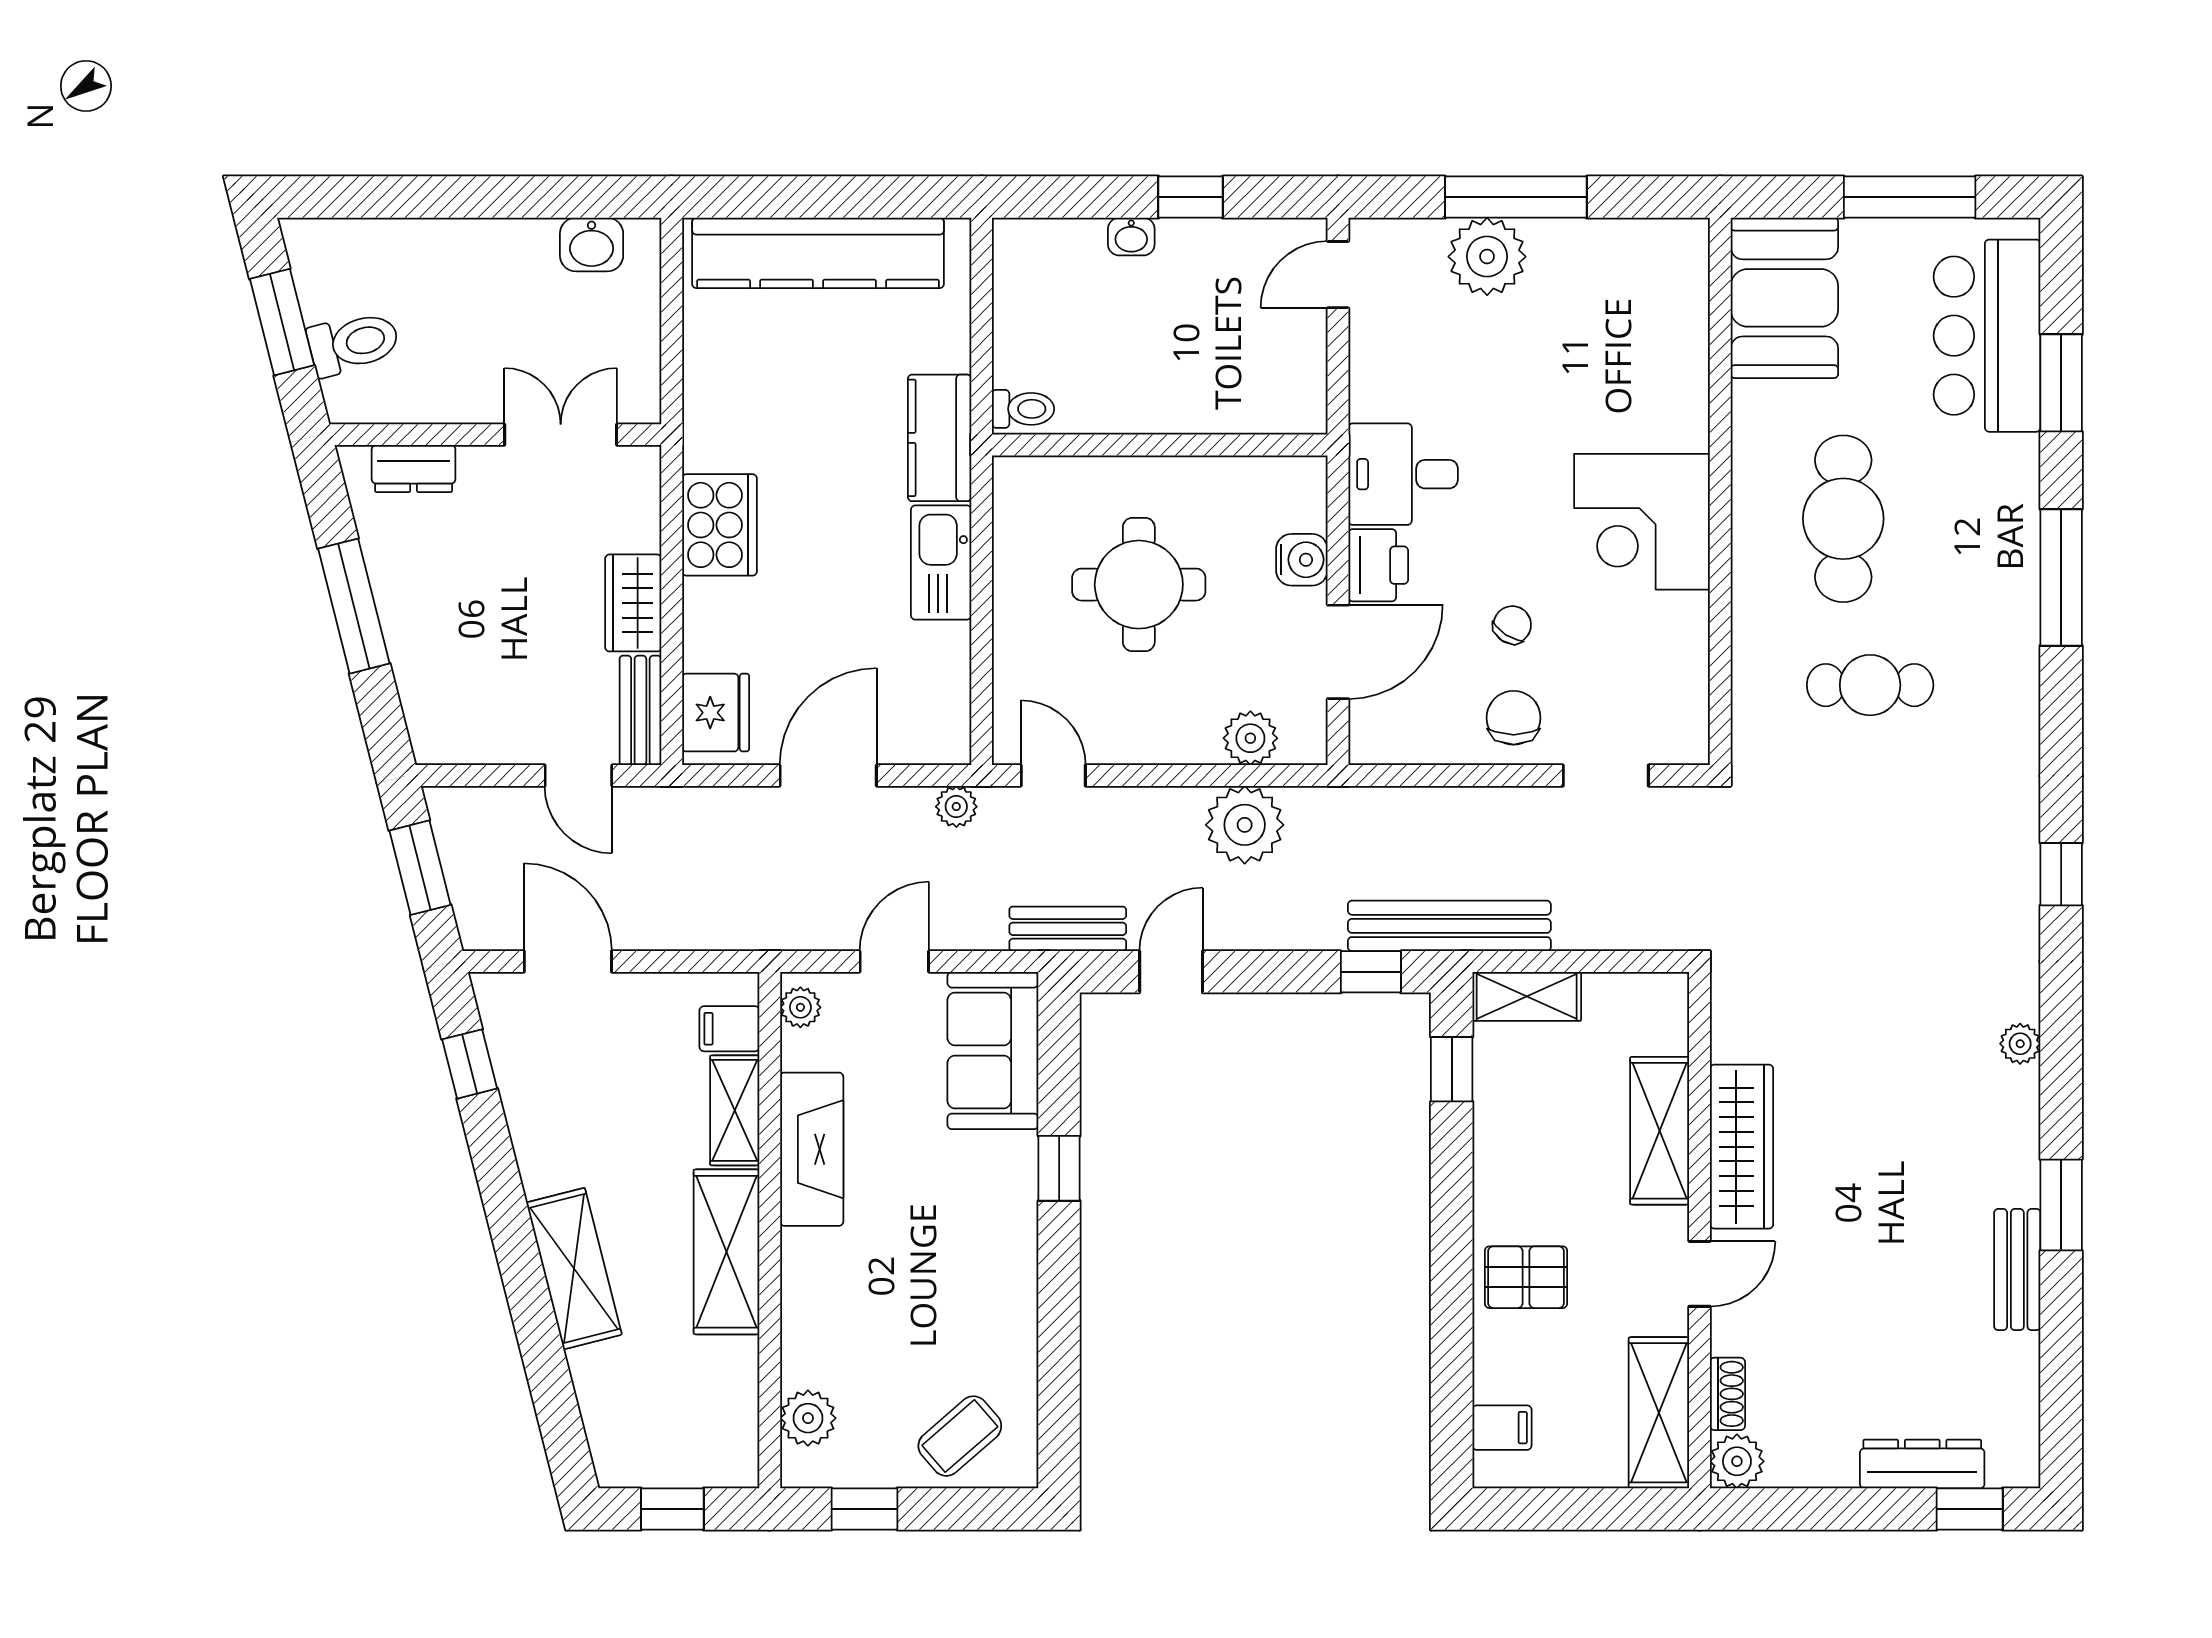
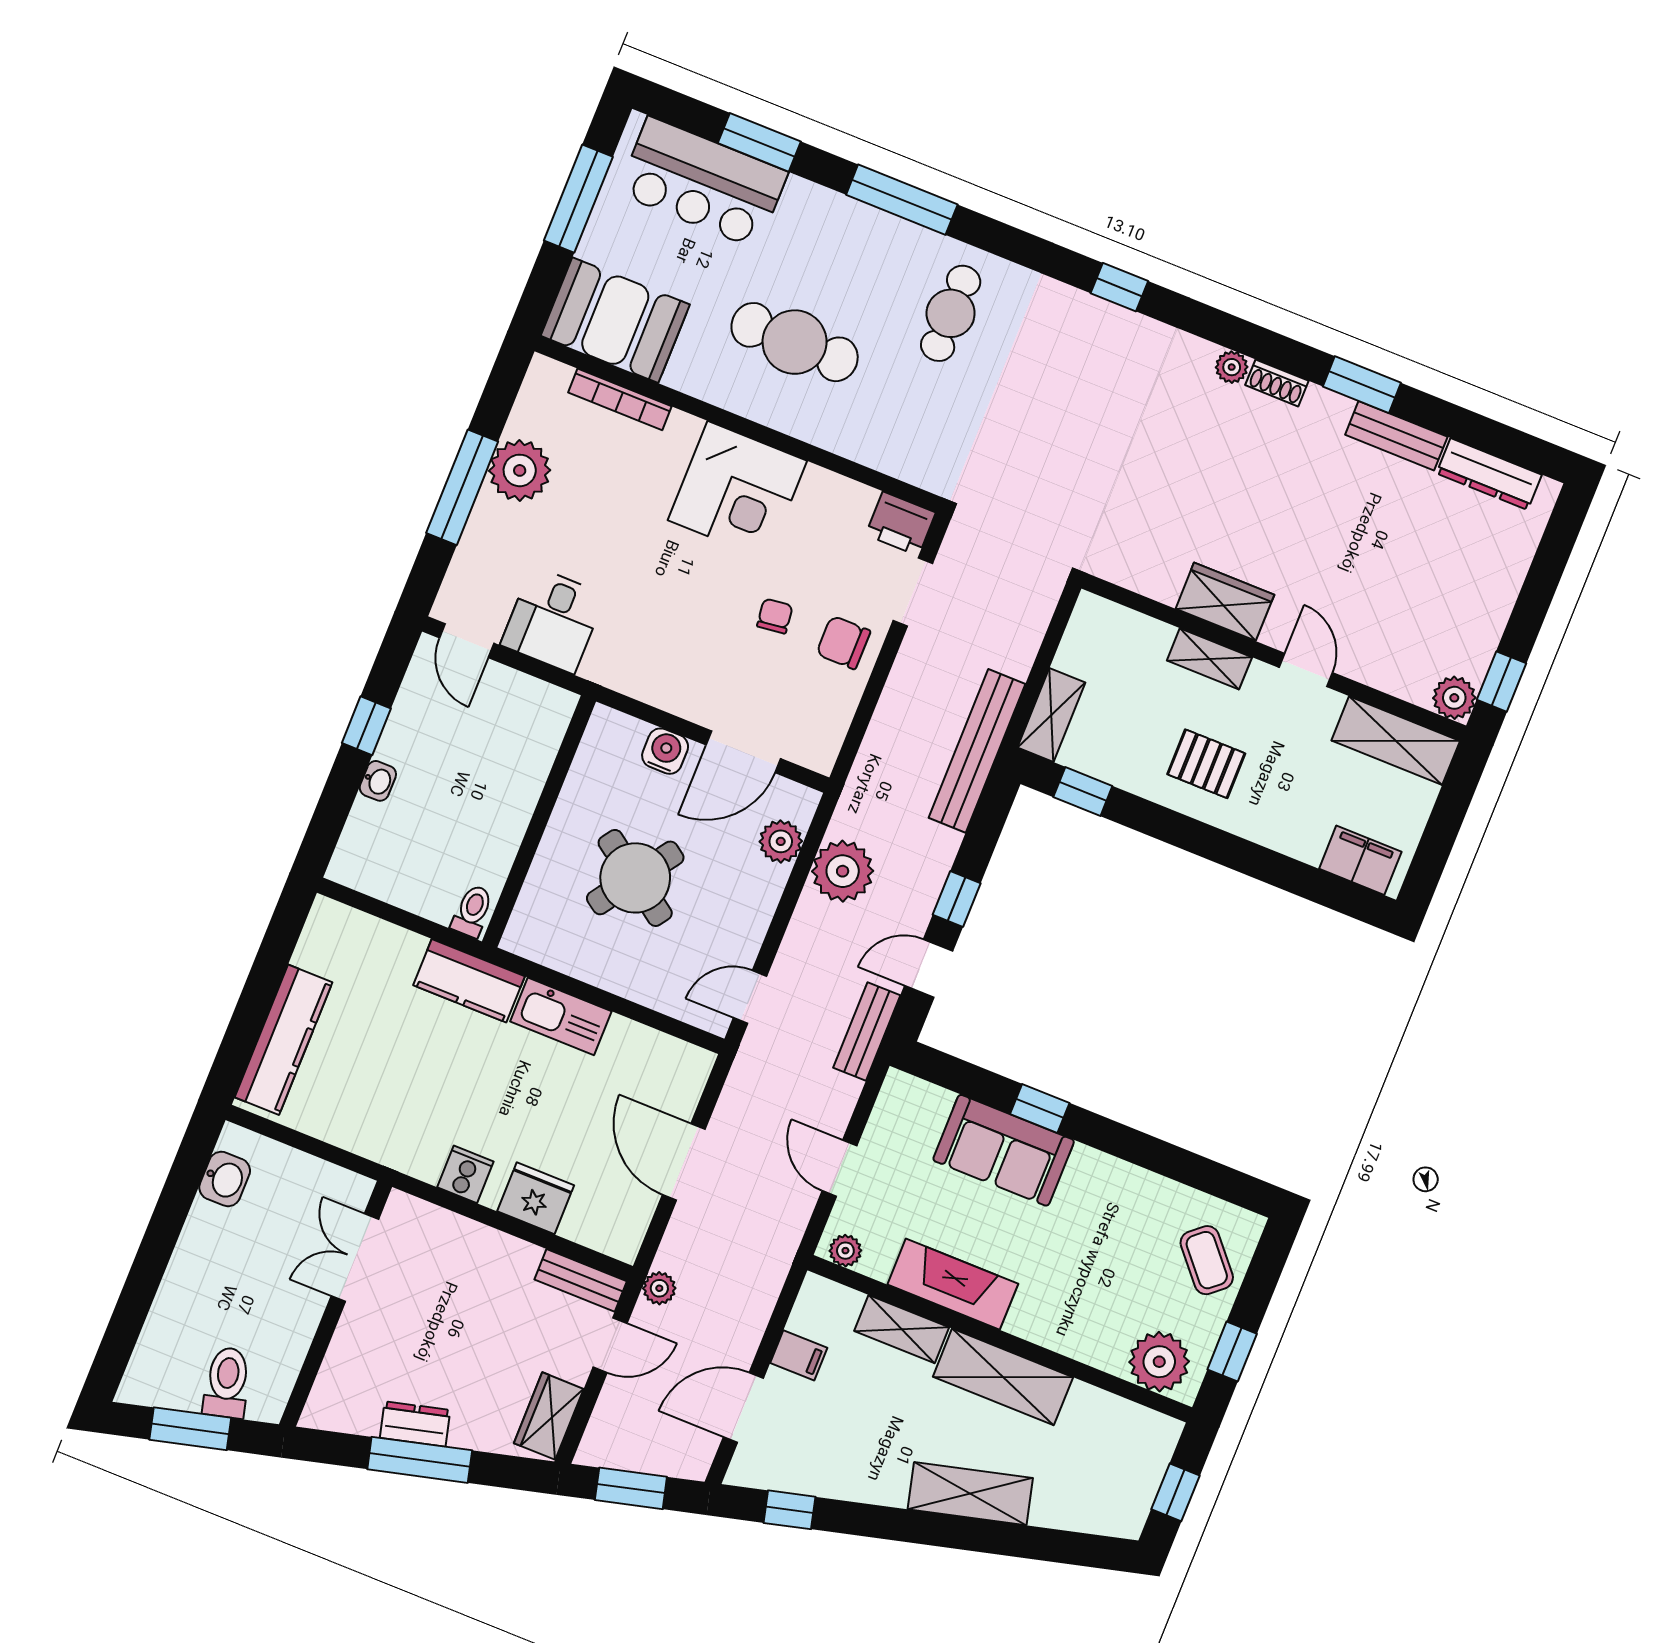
kitchen counter: (818, 253) -> (283, 1040), width x0.72, depth x0.86
plant: (1487, 257) -> (520, 470), moved
bookcase: (1693, 341) -> (620, 399), added
dresser: (414, 469) -> (415, 1424), moved, turned -104
desk: (1403, 474) -> (553, 620), moved
cooker: (719, 525) -> (465, 1174), width x0.53, depth x0.76
printer: (1378, 565) -> (901, 524), moved, turned 180
round table: (1139, 585) -> (635, 878), turned 35
wardrobe: (633, 603) -> (549, 1416), moved, turned 90
chair: (1512, 625) -> (775, 616), turned 50
door: (1338, 652) -> (743, 752), swing flipped
cafe table: (1870, 685) -> (951, 313), moved
fridge: (716, 713) -> (536, 1198), moved
plant: (956, 807) -> (659, 1288), moved
door: (1171, 972) -> (929, 968), hinge flipped
window: (1371, 972) -> (957, 899), moved
filing cabinet: (729, 1029) -> (799, 1355), moved, turned -90
sofa: (993, 1051) -> (1004, 1150), moved
shelving: (1660, 1131) -> (1209, 659), width x0.67, depth x0.75
wardrobe: (1742, 1147) -> (1225, 602), width x0.67
pallet: (1526, 1277) -> (1206, 764), moved, turned 90
shoe rack: (1727, 1394) -> (1277, 383), moved, turned 180
plant: (808, 1418) -> (1159, 1362), width x1.36, depth x1.36
filing cabinet: (1502, 1428) -> (1360, 860), width x2.00
dresser: (1922, 1464) -> (1489, 474), moved, turned -90
window: (1970, 1509) -> (1501, 682), moved

